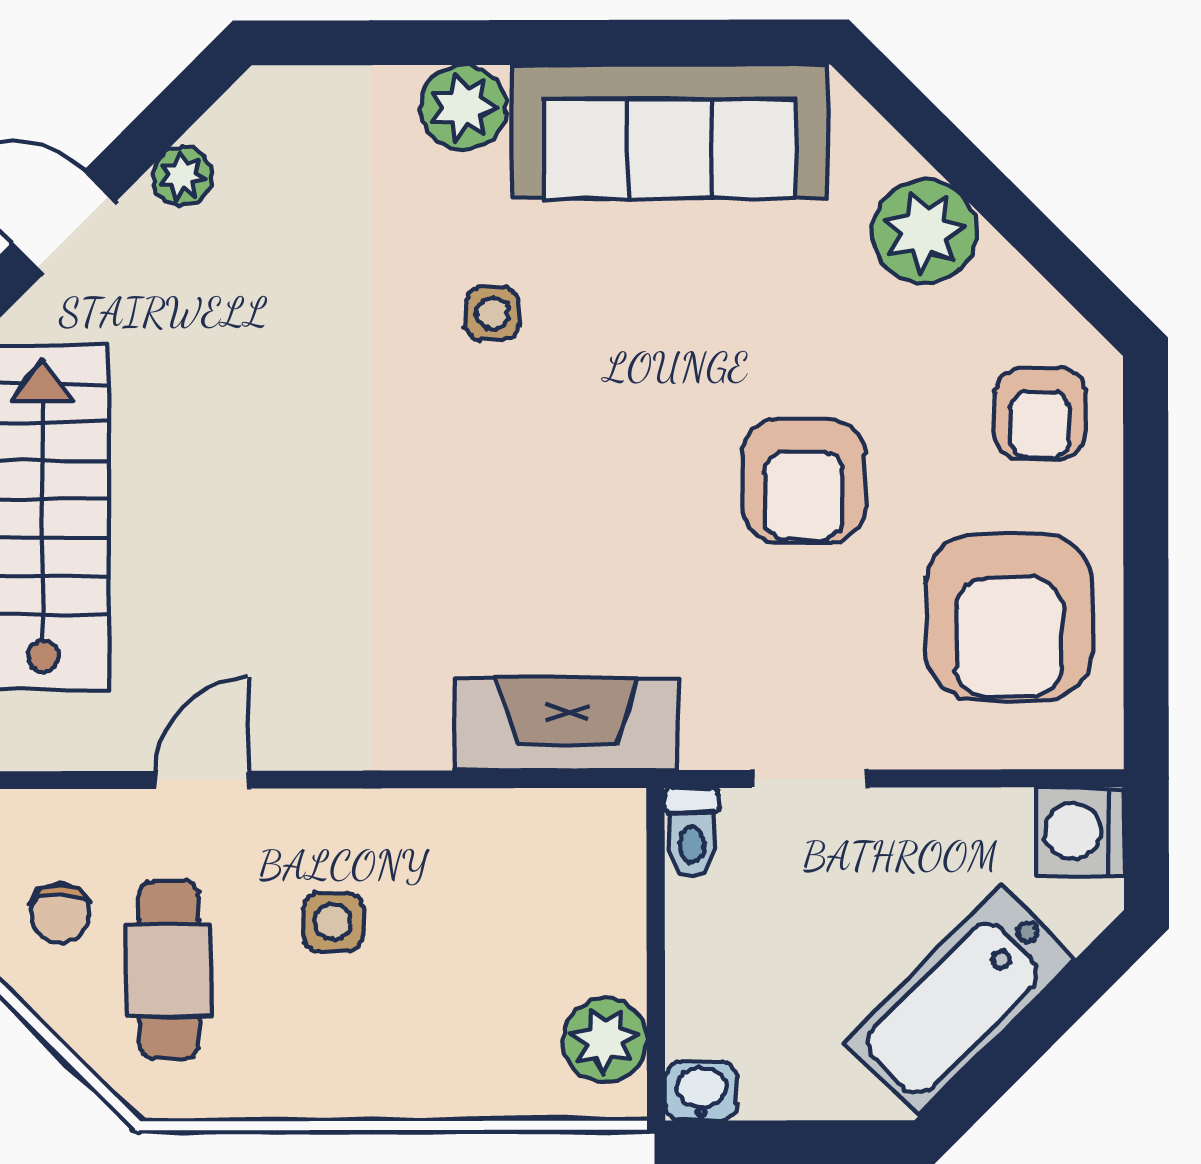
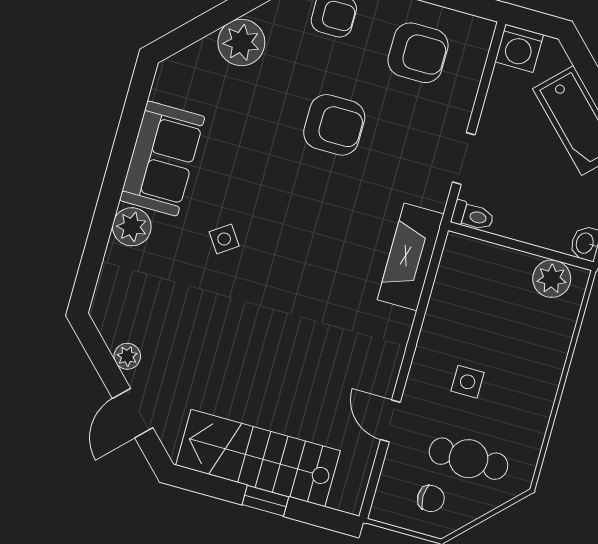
sofa: (670, 132) -> (162, 159), width x0.73
side table: (493, 313) -> (224, 239), turned -35
armchair: (1009, 617) -> (418, 53), width x0.73, depth x0.73

